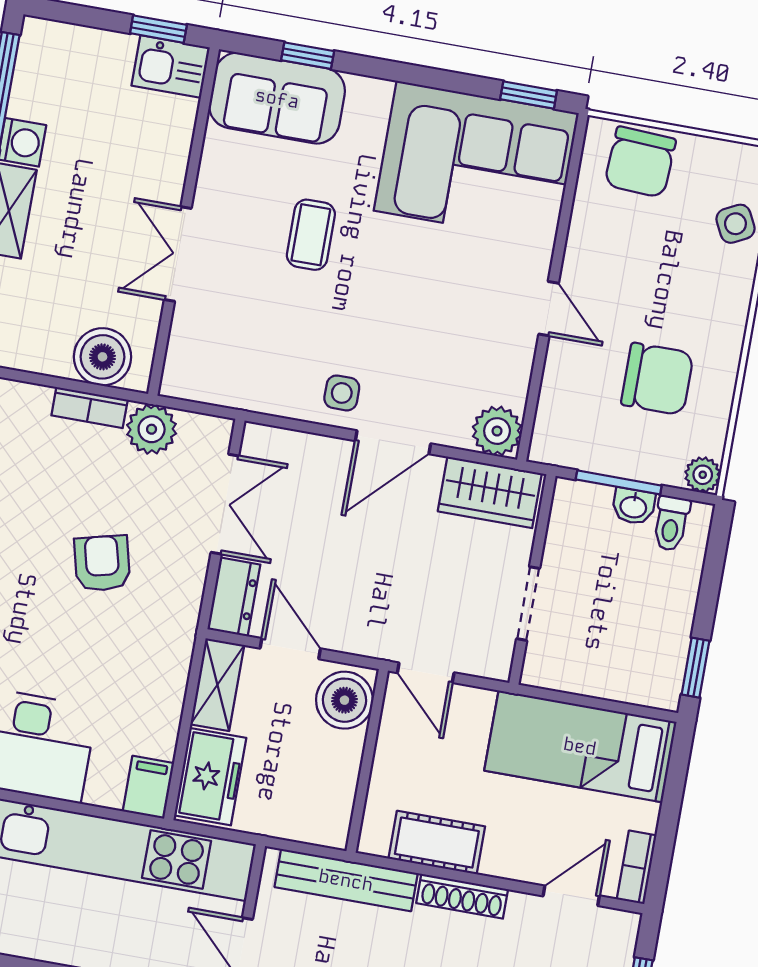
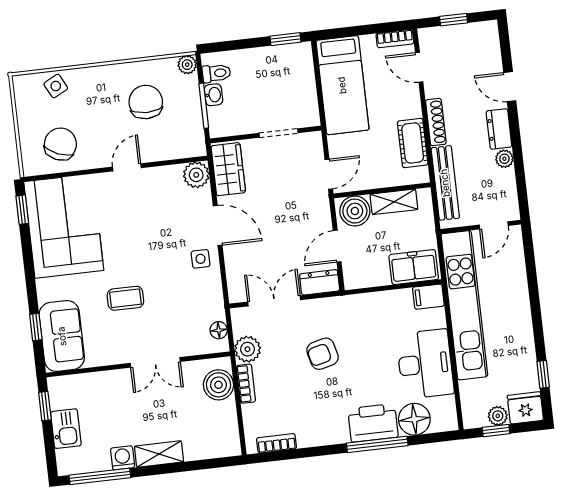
kitchen sink: (171, 67) -> (66, 429), moved
chair: (640, 162) -> (60, 144), moved, turned -70
floor lamp: (202, 387) -> (219, 330), added
shelving: (217, 685) -> (394, 202), moved

